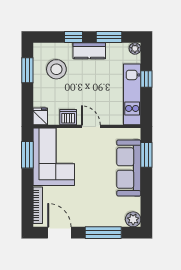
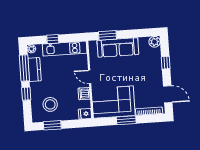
window: (109, 37) -> (24, 68), width x1.44
kitchen counter: (89, 51) -> (34, 70), moved
door: (91, 126) -> (90, 77), hinge flipped
window: (27, 155) -> (126, 120), moved
door: (59, 233) -> (168, 94), swing flipped
window: (103, 233) -> (166, 63), width x0.46

